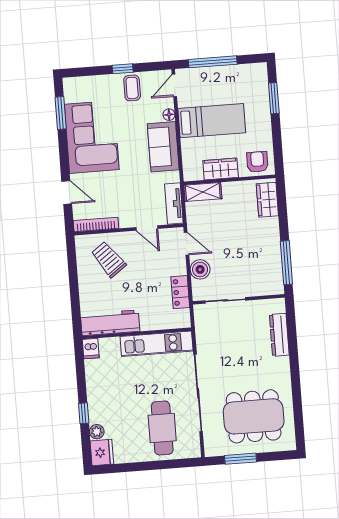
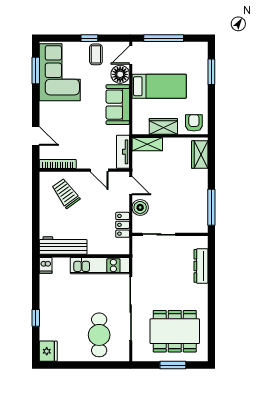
floor lamp: (169, 115) -> (120, 74), width x1.89, depth x1.89
corner sofa: (92, 137) -> (60, 72), moved
plant: (97, 432) -> (45, 334), removed
window: (241, 459) -> (173, 365), moved

